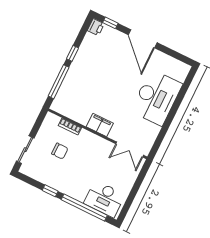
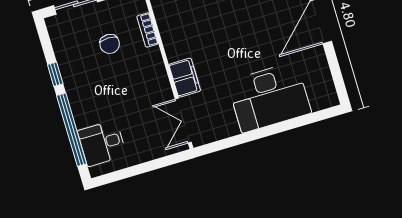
filing cabinet: (100, 125) -> (185, 78), moved
desk: (104, 199) -> (102, 143), width x0.73

